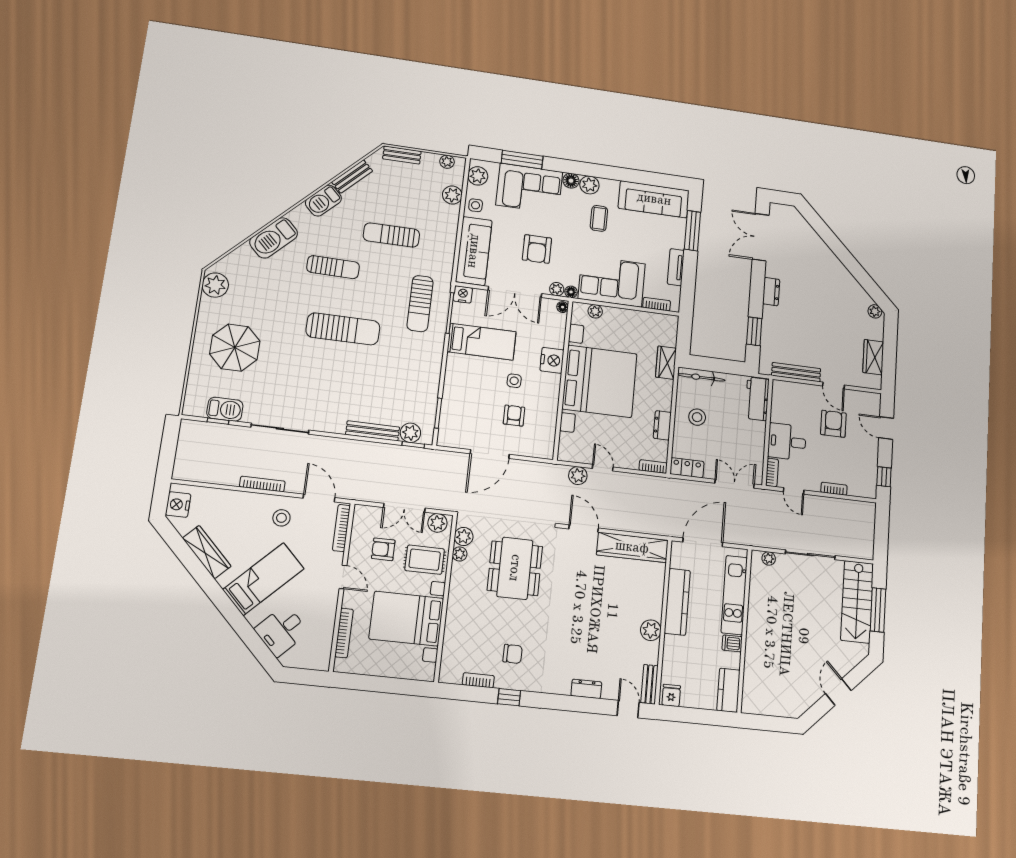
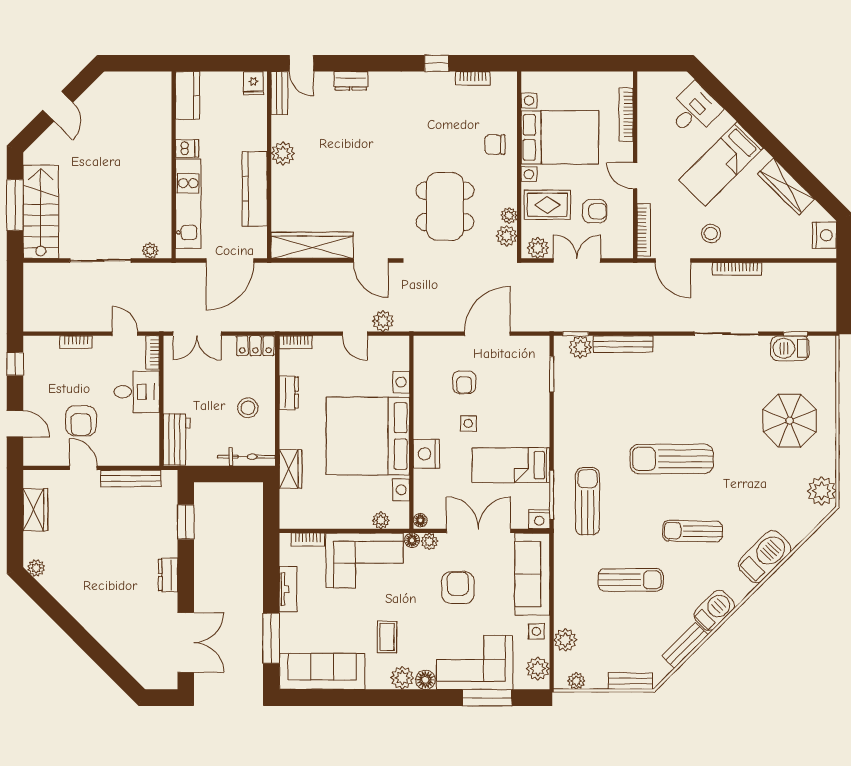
chair: (513, 654) -> (495, 145), moved

